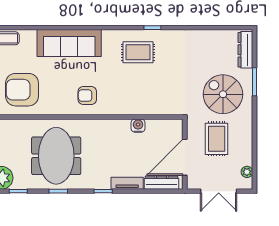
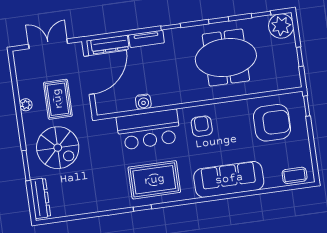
rug: (138, 52) -> (154, 180), width x1.36, depth x1.43
armchair: (87, 96) -> (202, 126), turned -90
bar counter: (137, 99) -> (149, 129), added
meeting table: (56, 156) -> (226, 58), turned 90
plant: (247, 172) -> (26, 105), moved

